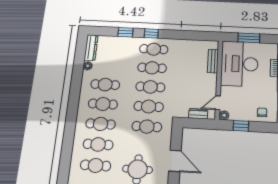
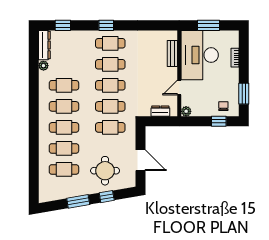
window: (125, 32) -> (63, 25), moved
door: (218, 103) -> (179, 87), moved
window: (241, 126) -> (219, 121), moved

